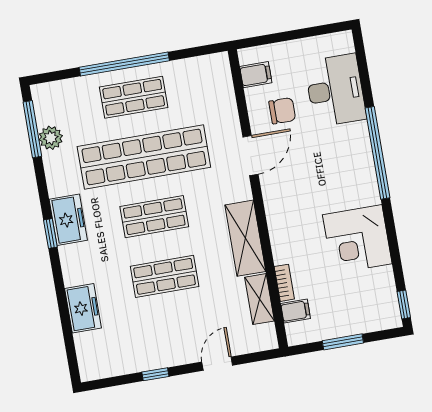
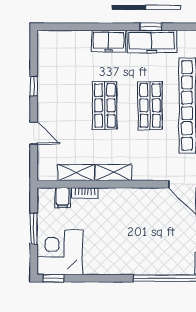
freezer: (68, 220) -> (152, 42), width x1.40
shelving: (245, 238) -> (114, 173), width x0.67, depth x0.75
corner desk: (357, 239) -> (60, 252), moved
freezer: (83, 308) -> (109, 41), moved

